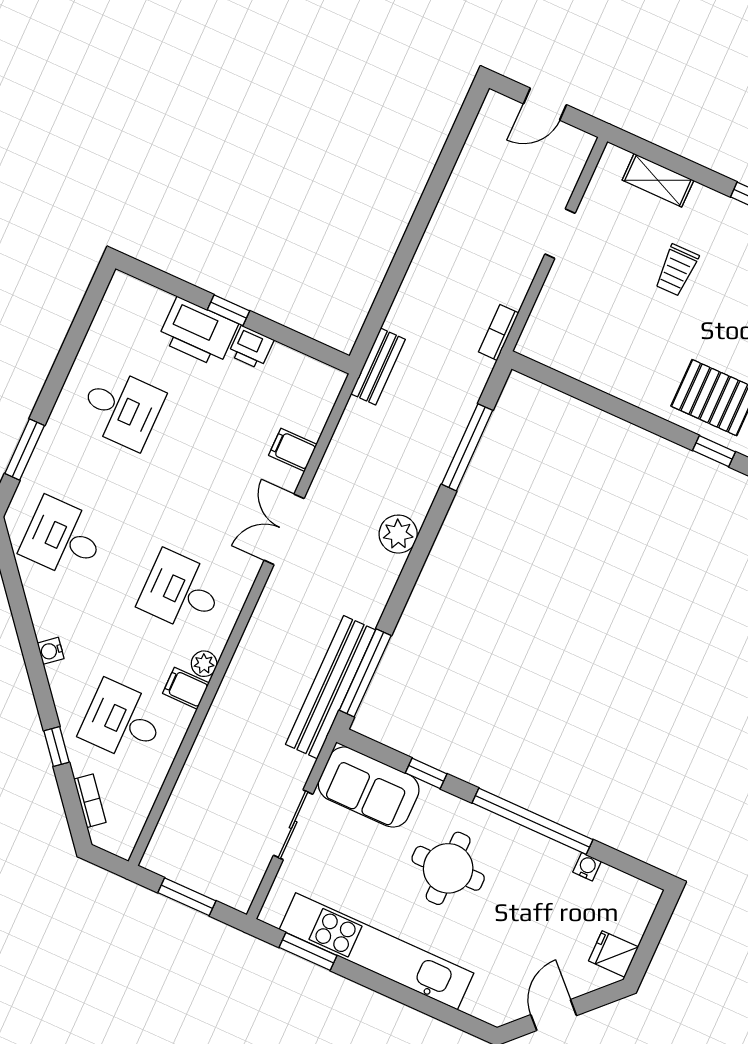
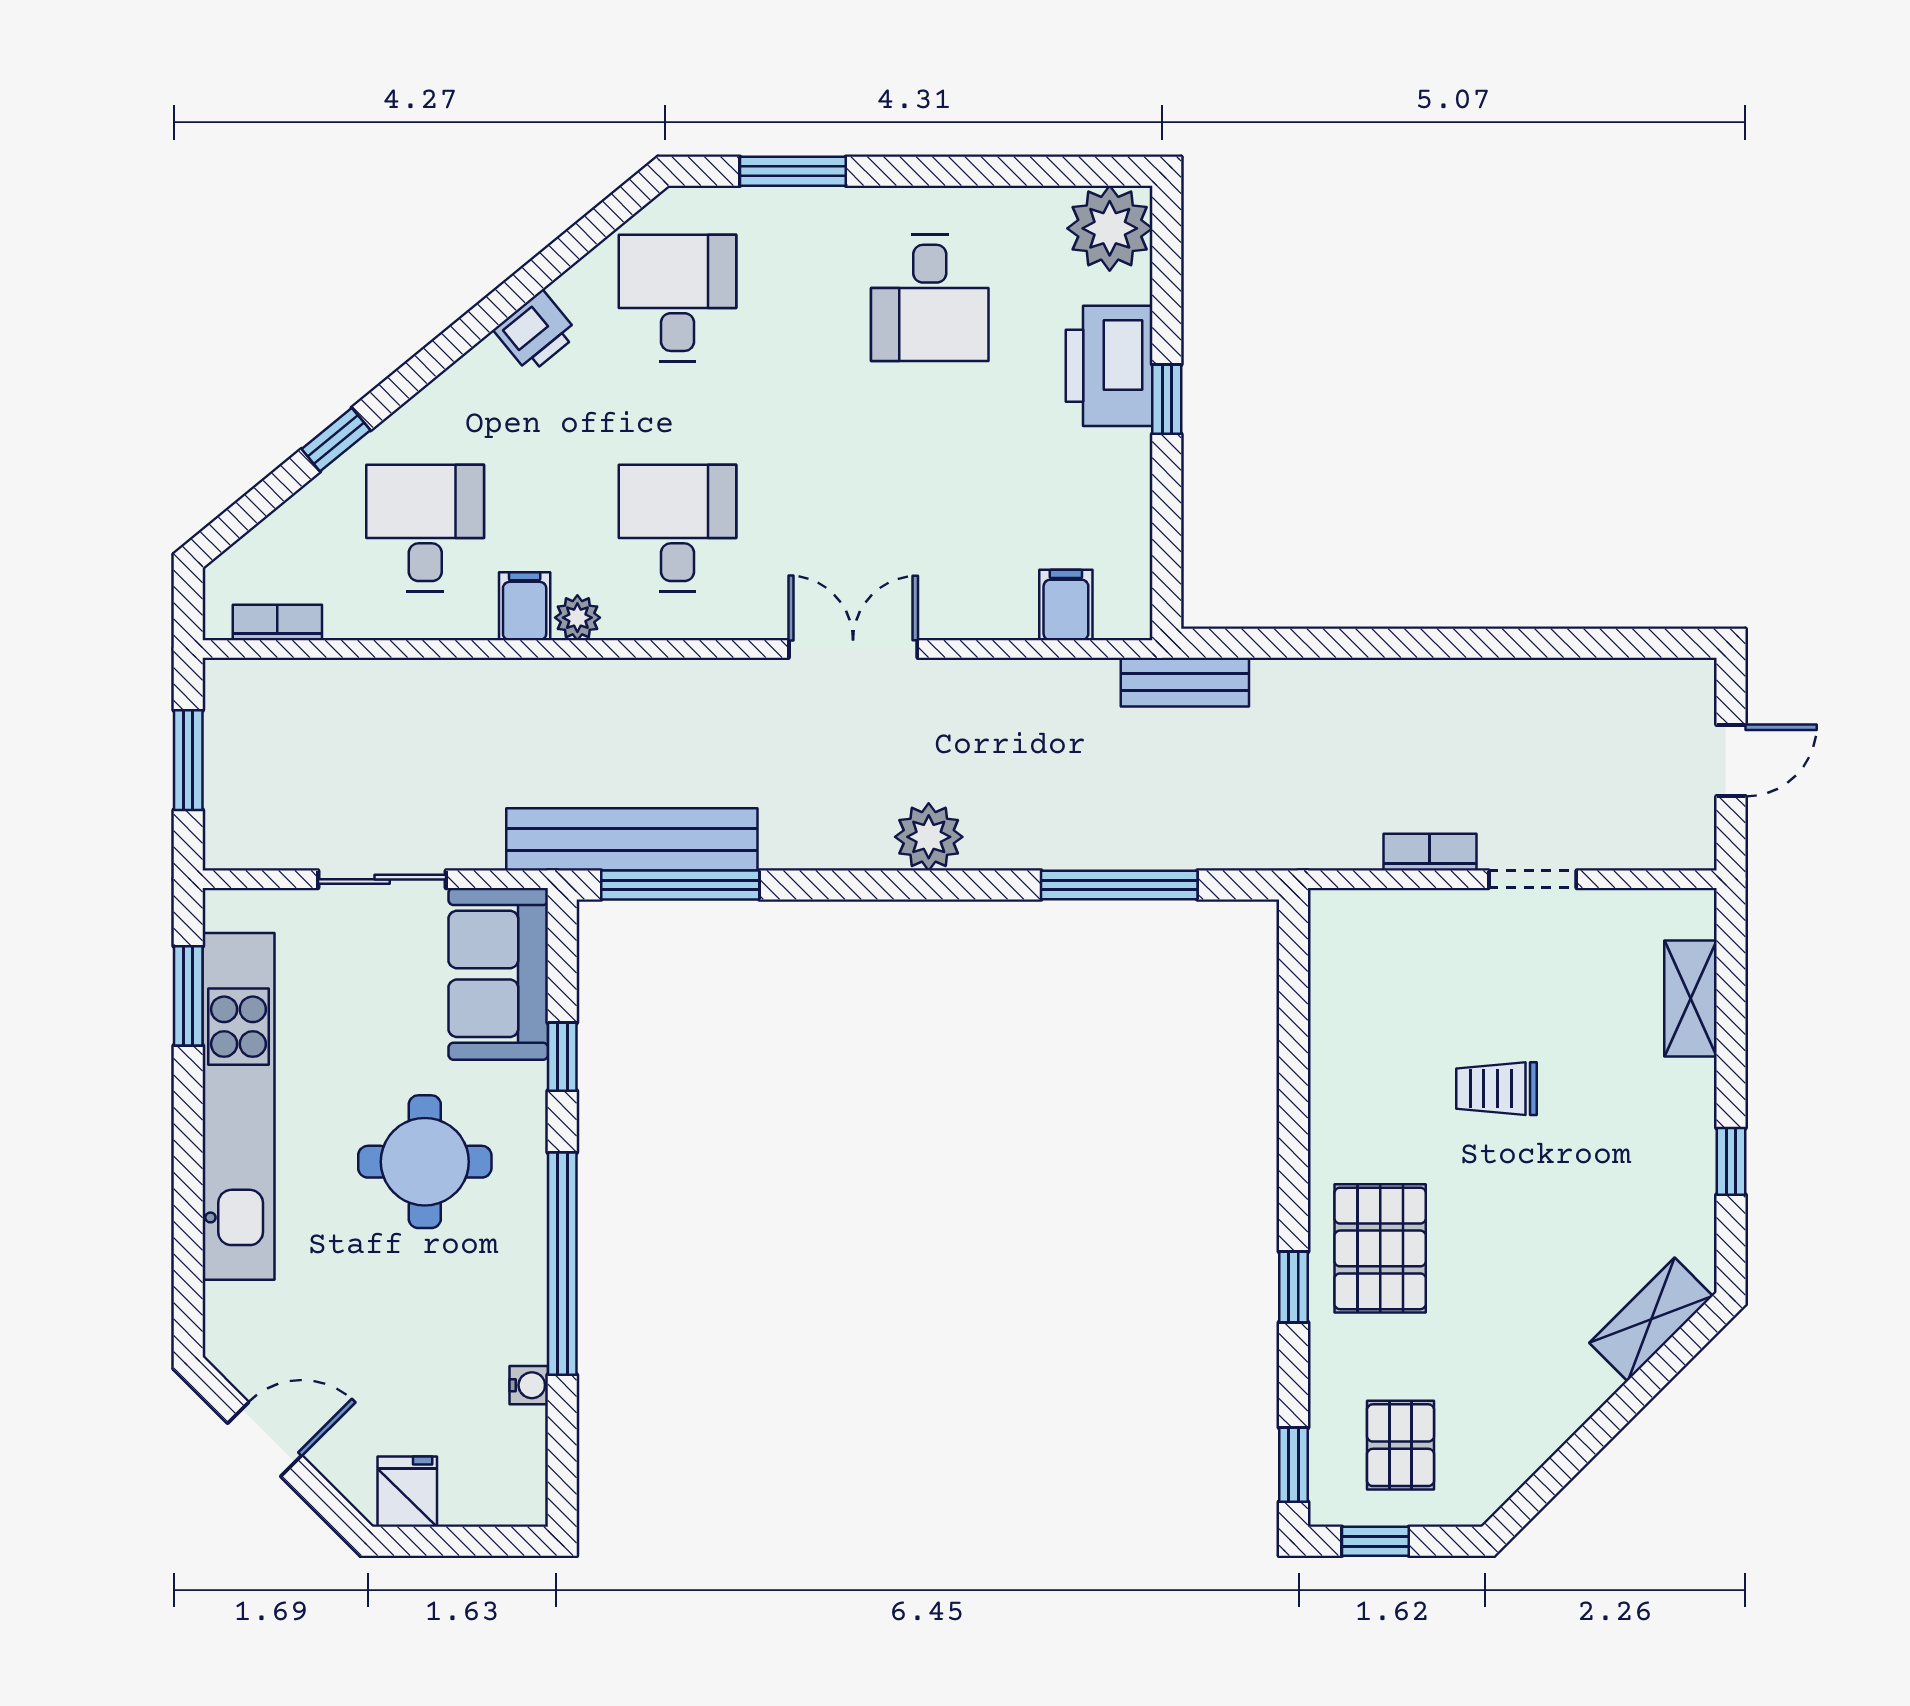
door: (545, 104) -> (1731, 761), swing flipped
trolley: (677, 270) -> (1496, 1089), moved
plant: (127, 300) -> (1110, 228), added
bookcase: (499, 332) -> (1430, 852), moved
printer: (251, 347) -> (536, 332), moved, turned -129
filing cabinet: (293, 450) -> (1066, 605), moved
water cooler: (51, 651) -> (486, 360), removed
bookcase: (90, 801) -> (277, 623), moved, turned -141

